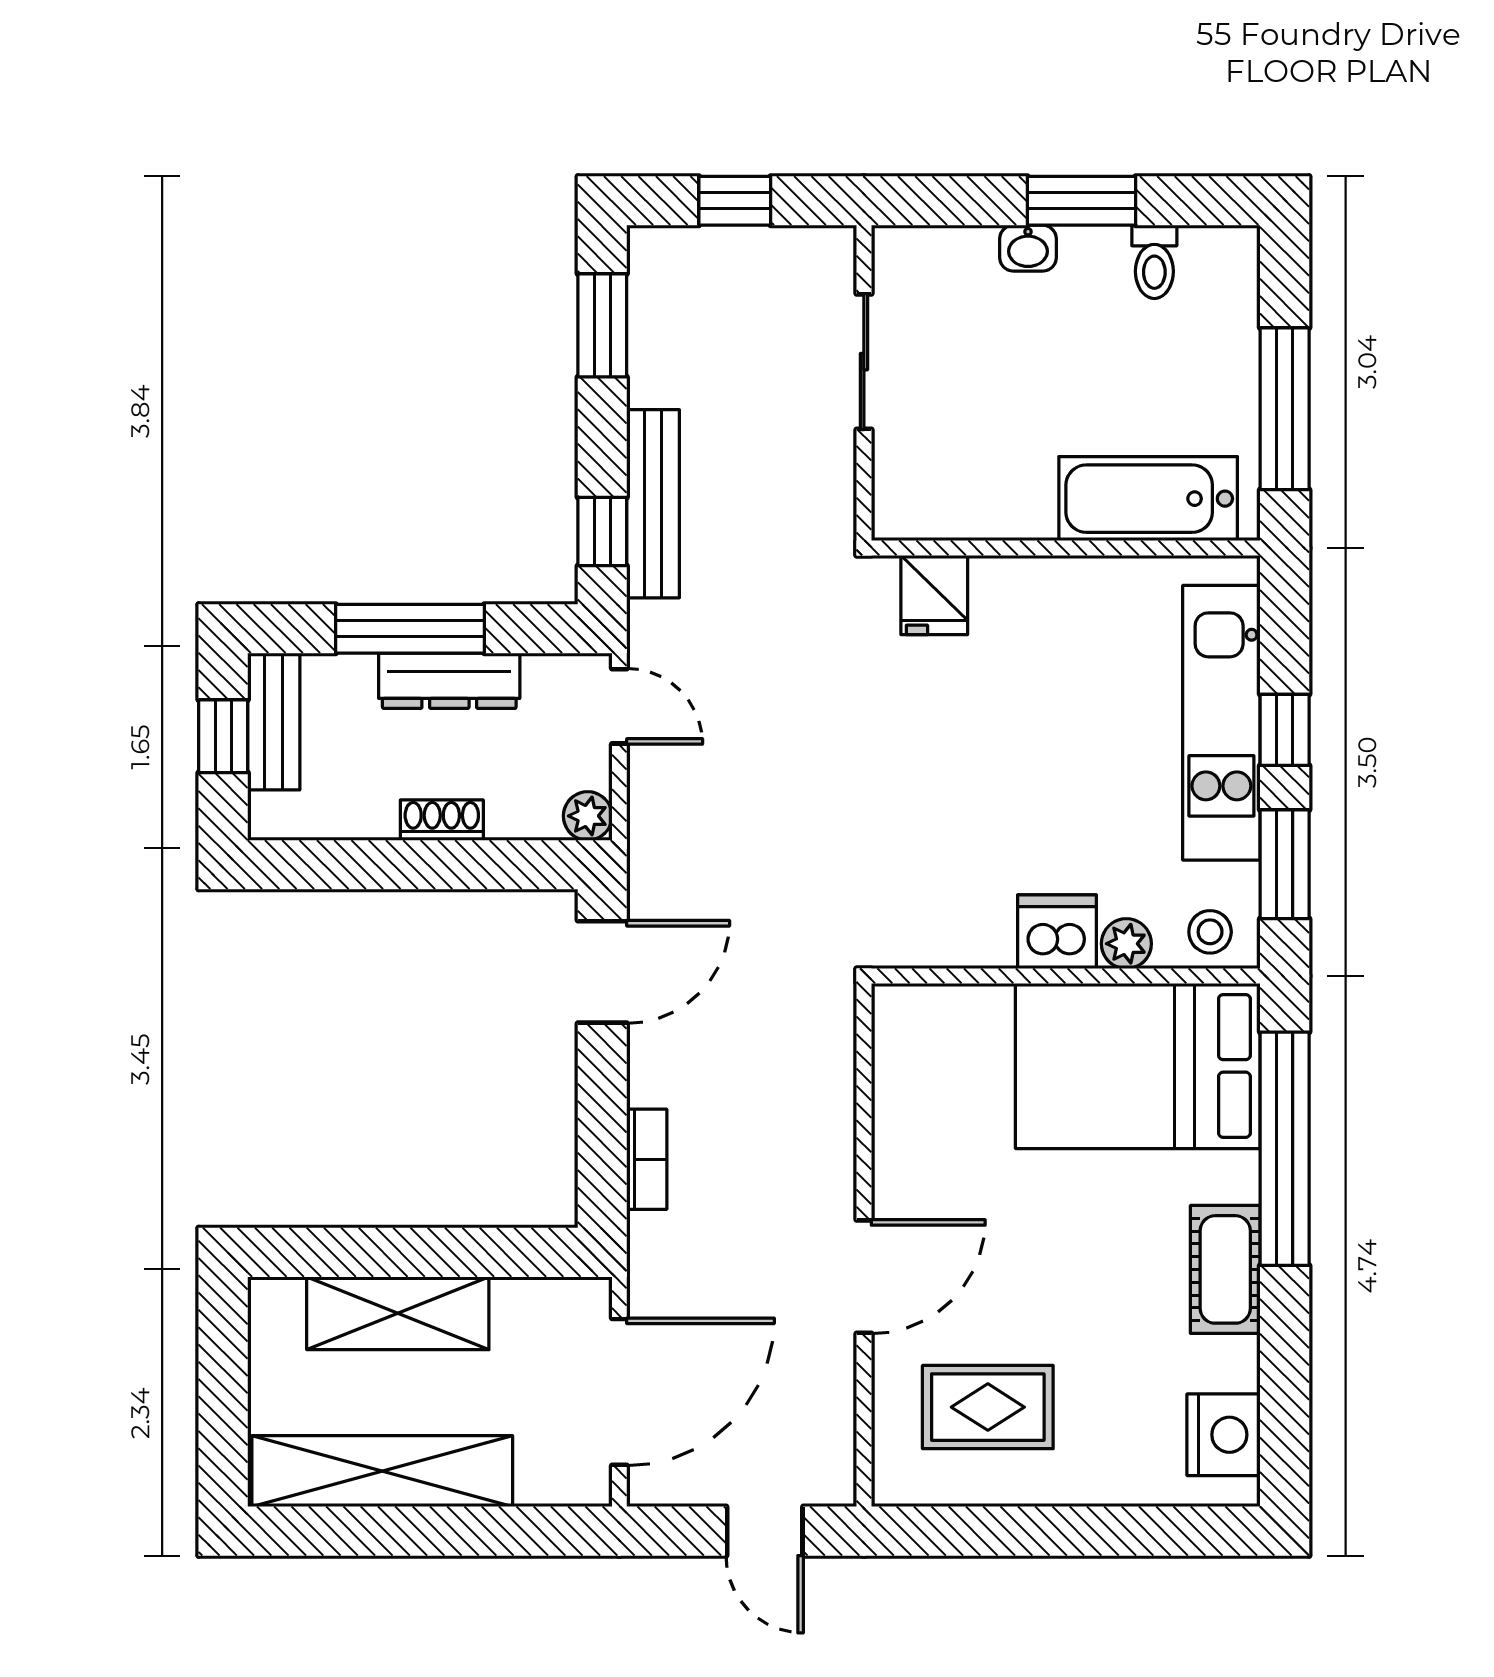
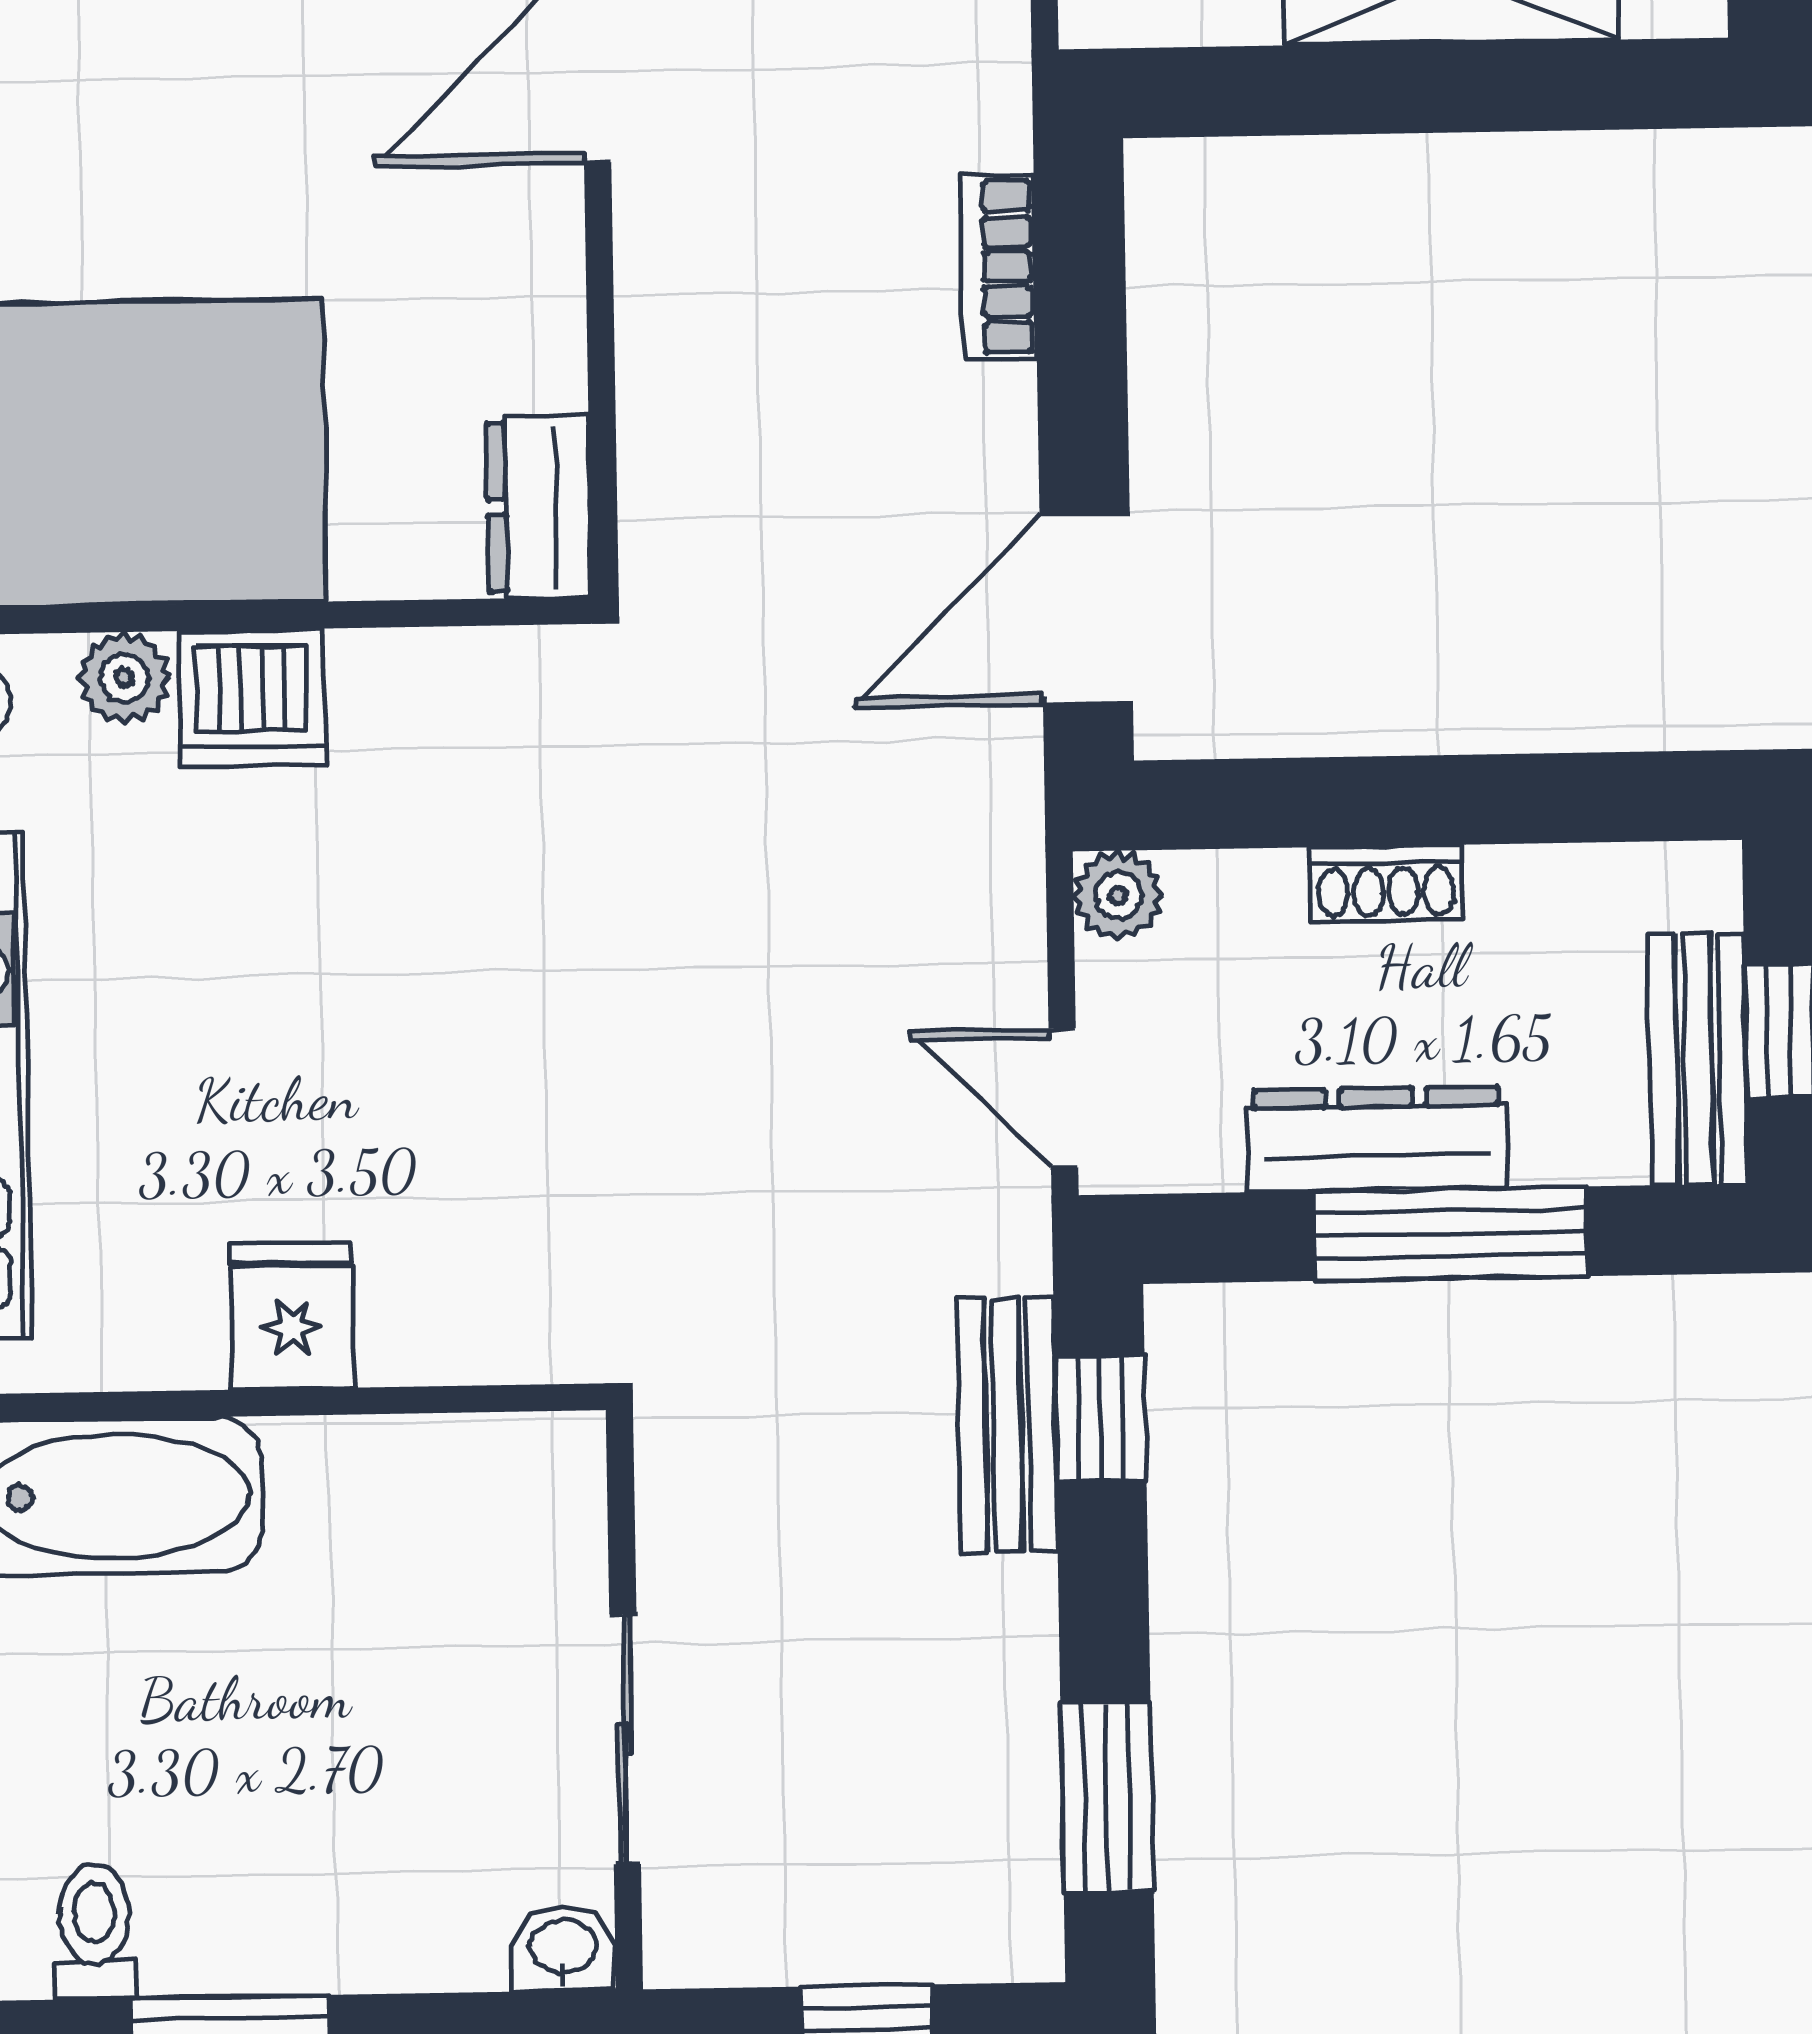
washbasin: (1028, 248) -> (563, 1949), moved
bench: (653, 504) -> (1007, 1425), width x0.73
fridge: (934, 595) -> (292, 1316), moved
dresser: (899, 1033) -> (539, 506), added

